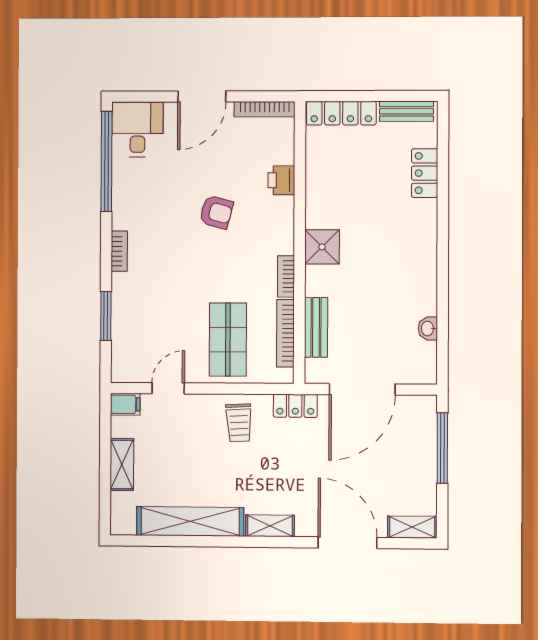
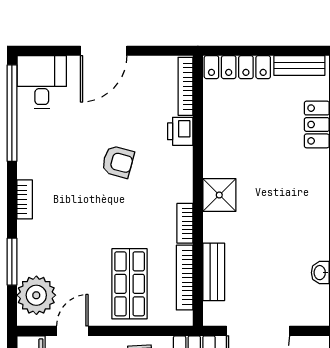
bookcase: (265, 109) -> (185, 86), moved, turned 90
plant: (131, 351) -> (36, 295), added

